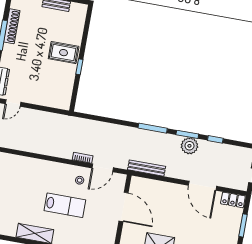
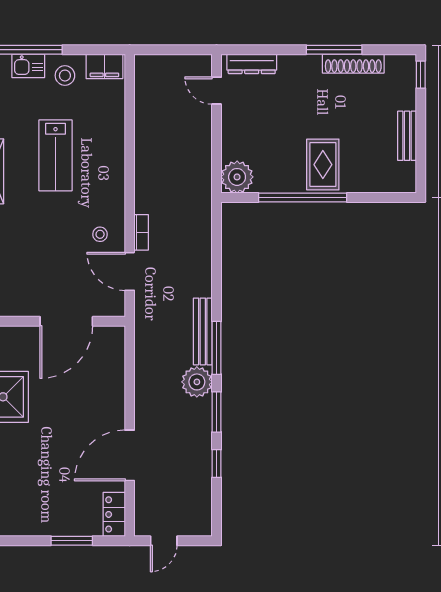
window: (79, 67) -> (303, 197), width x3.17
plant: (62, 100) -> (237, 177), added
plant: (189, 146) -> (197, 382), moved
bench: (147, 168) -> (203, 331), moved
lab bench: (65, 205) -> (56, 155), moved

